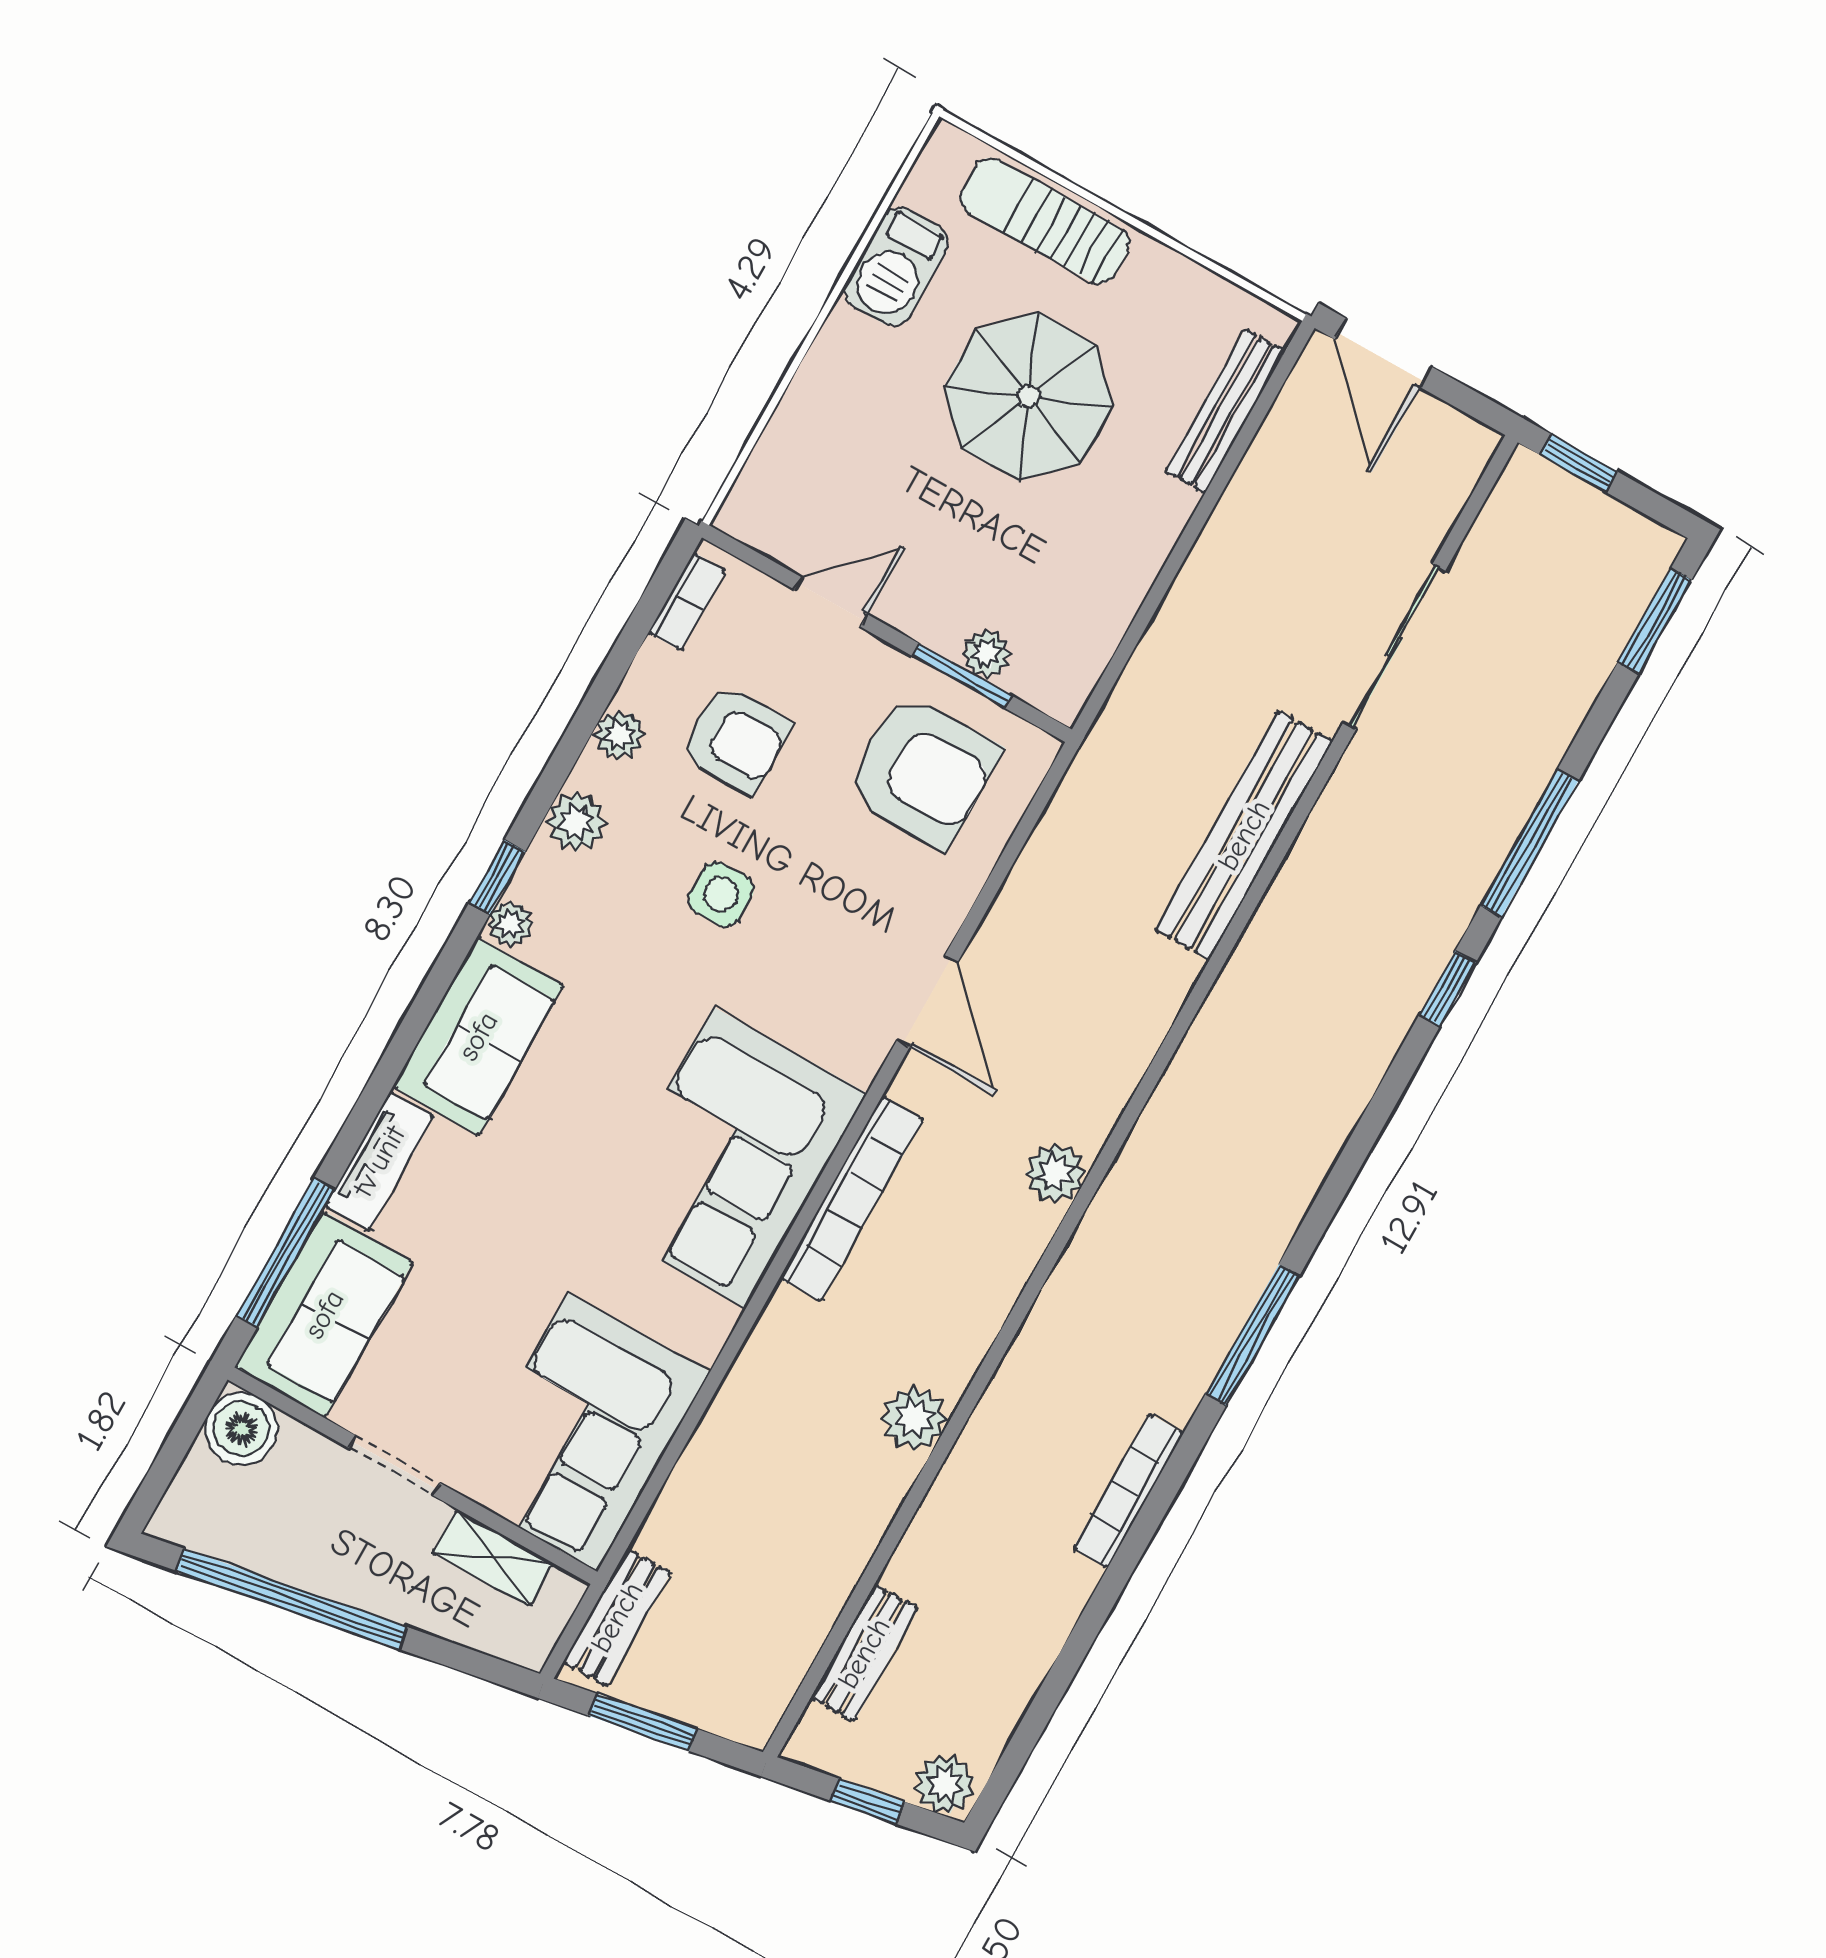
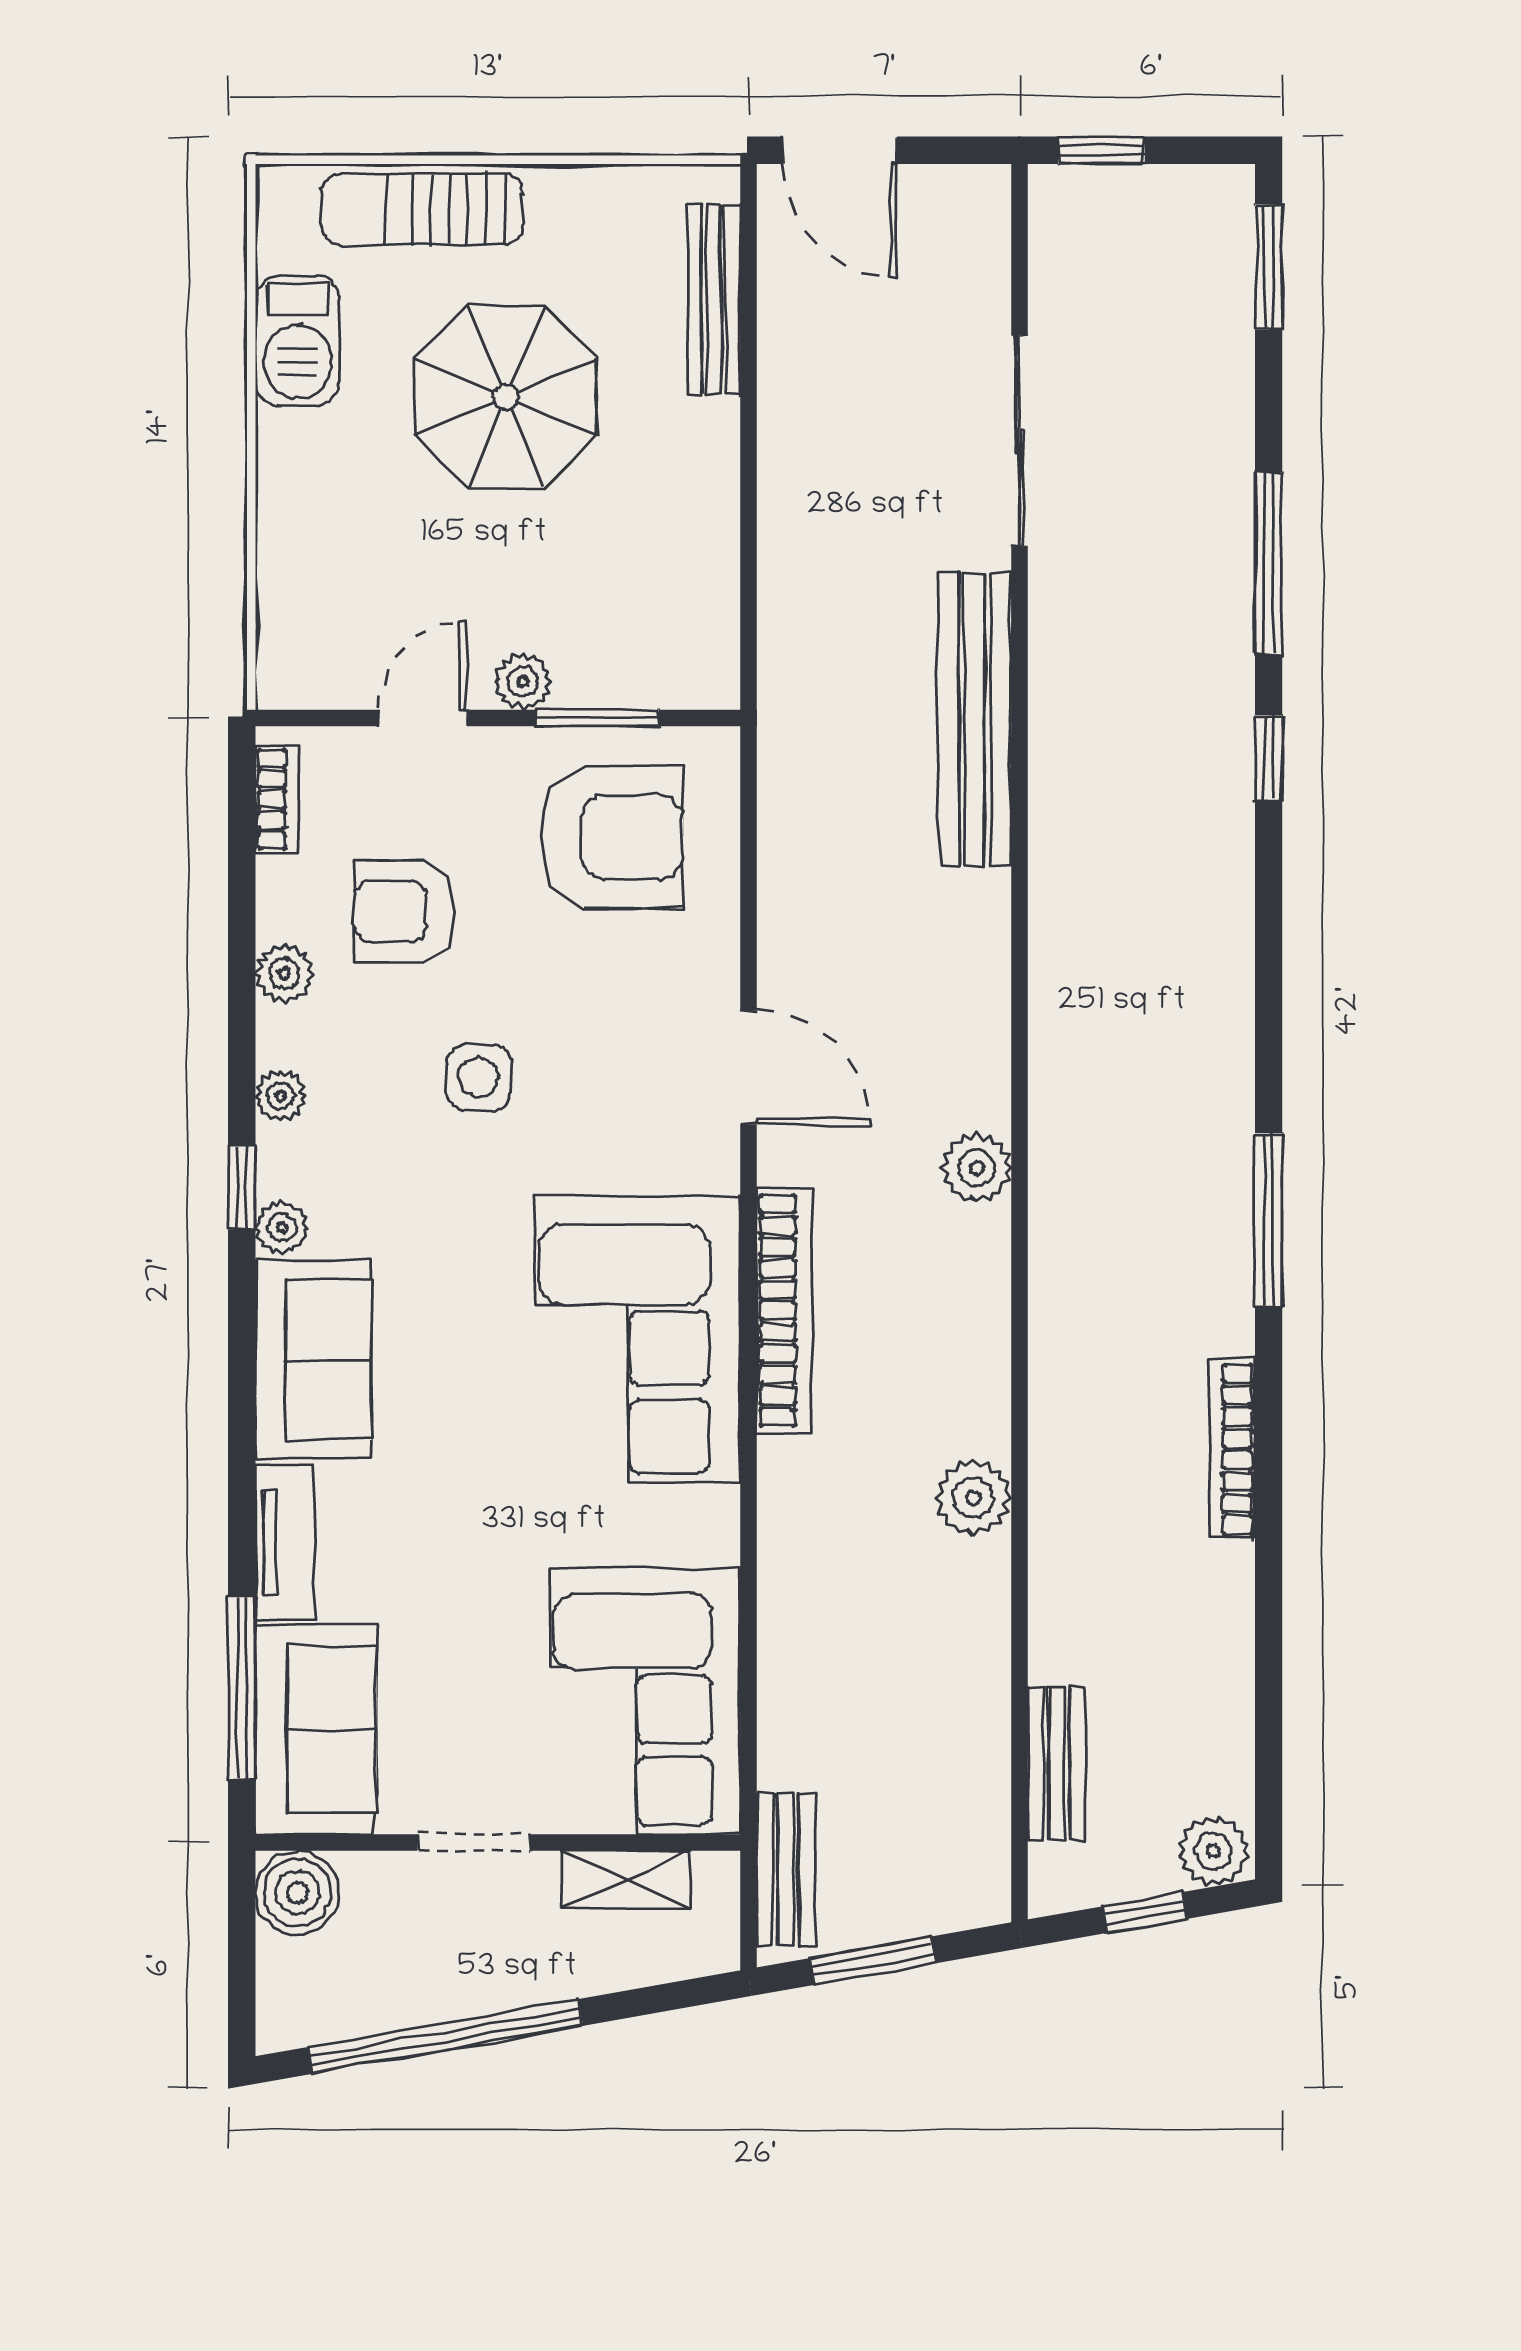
plant: (987, 654) -> (523, 682), moved
armchair: (735, 739) -> (404, 911), turned 180
plant: (576, 822) -> (281, 1096), width x0.73, depth x0.73

